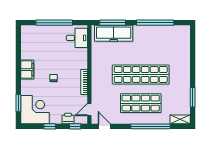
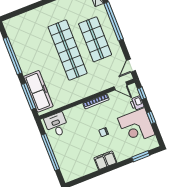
corner desk: (35, 110) -> (136, 126), moved, turned -90

